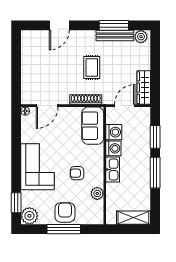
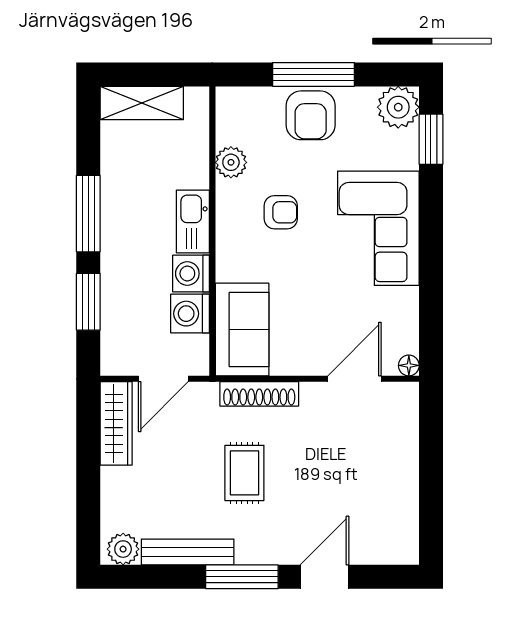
window: (114, 25) -> (242, 577), moved

